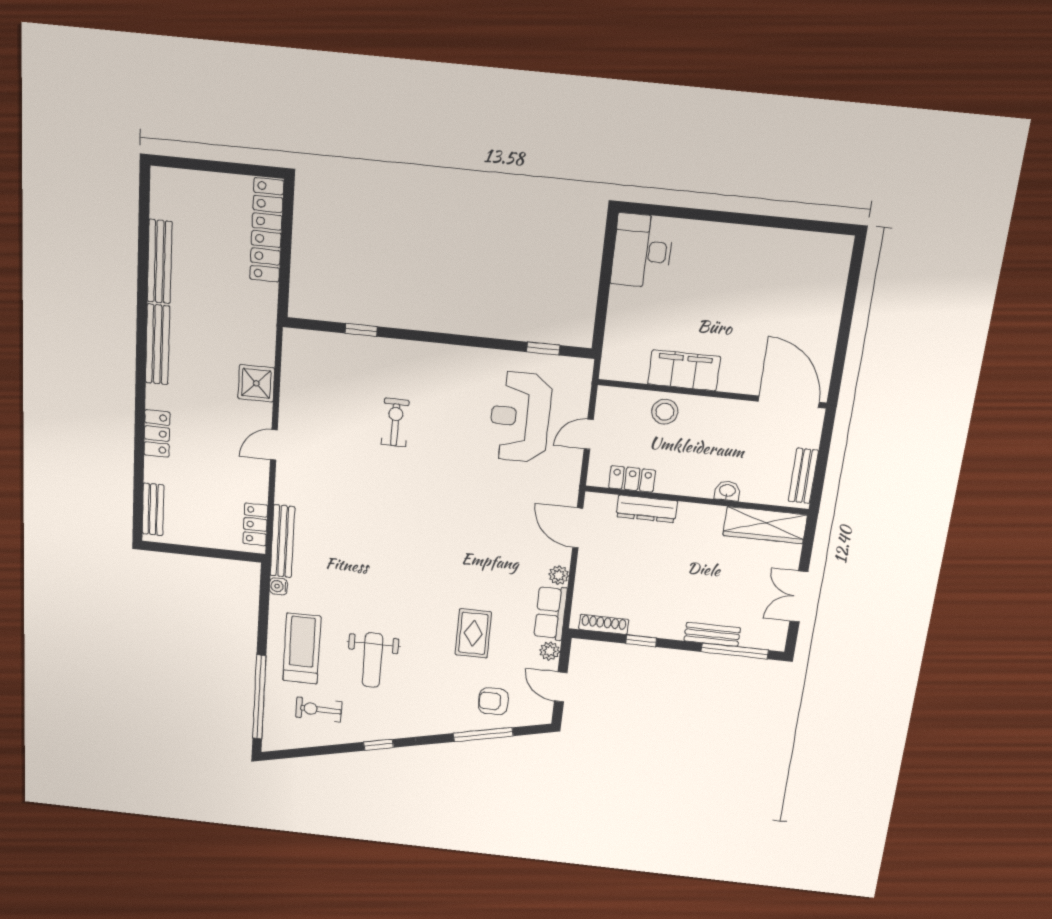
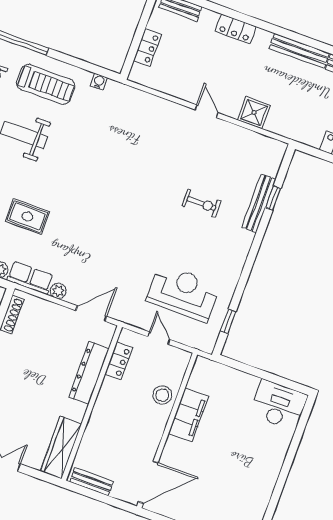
washbasin: (727, 491) -> (93, 426), removed
dresser: (647, 509) -> (89, 373), width x1.37, depth x1.24
locker: (255, 524) -> (147, 48), moved, turned 90
bench: (282, 541) -> (259, 203), moved, turned 90

